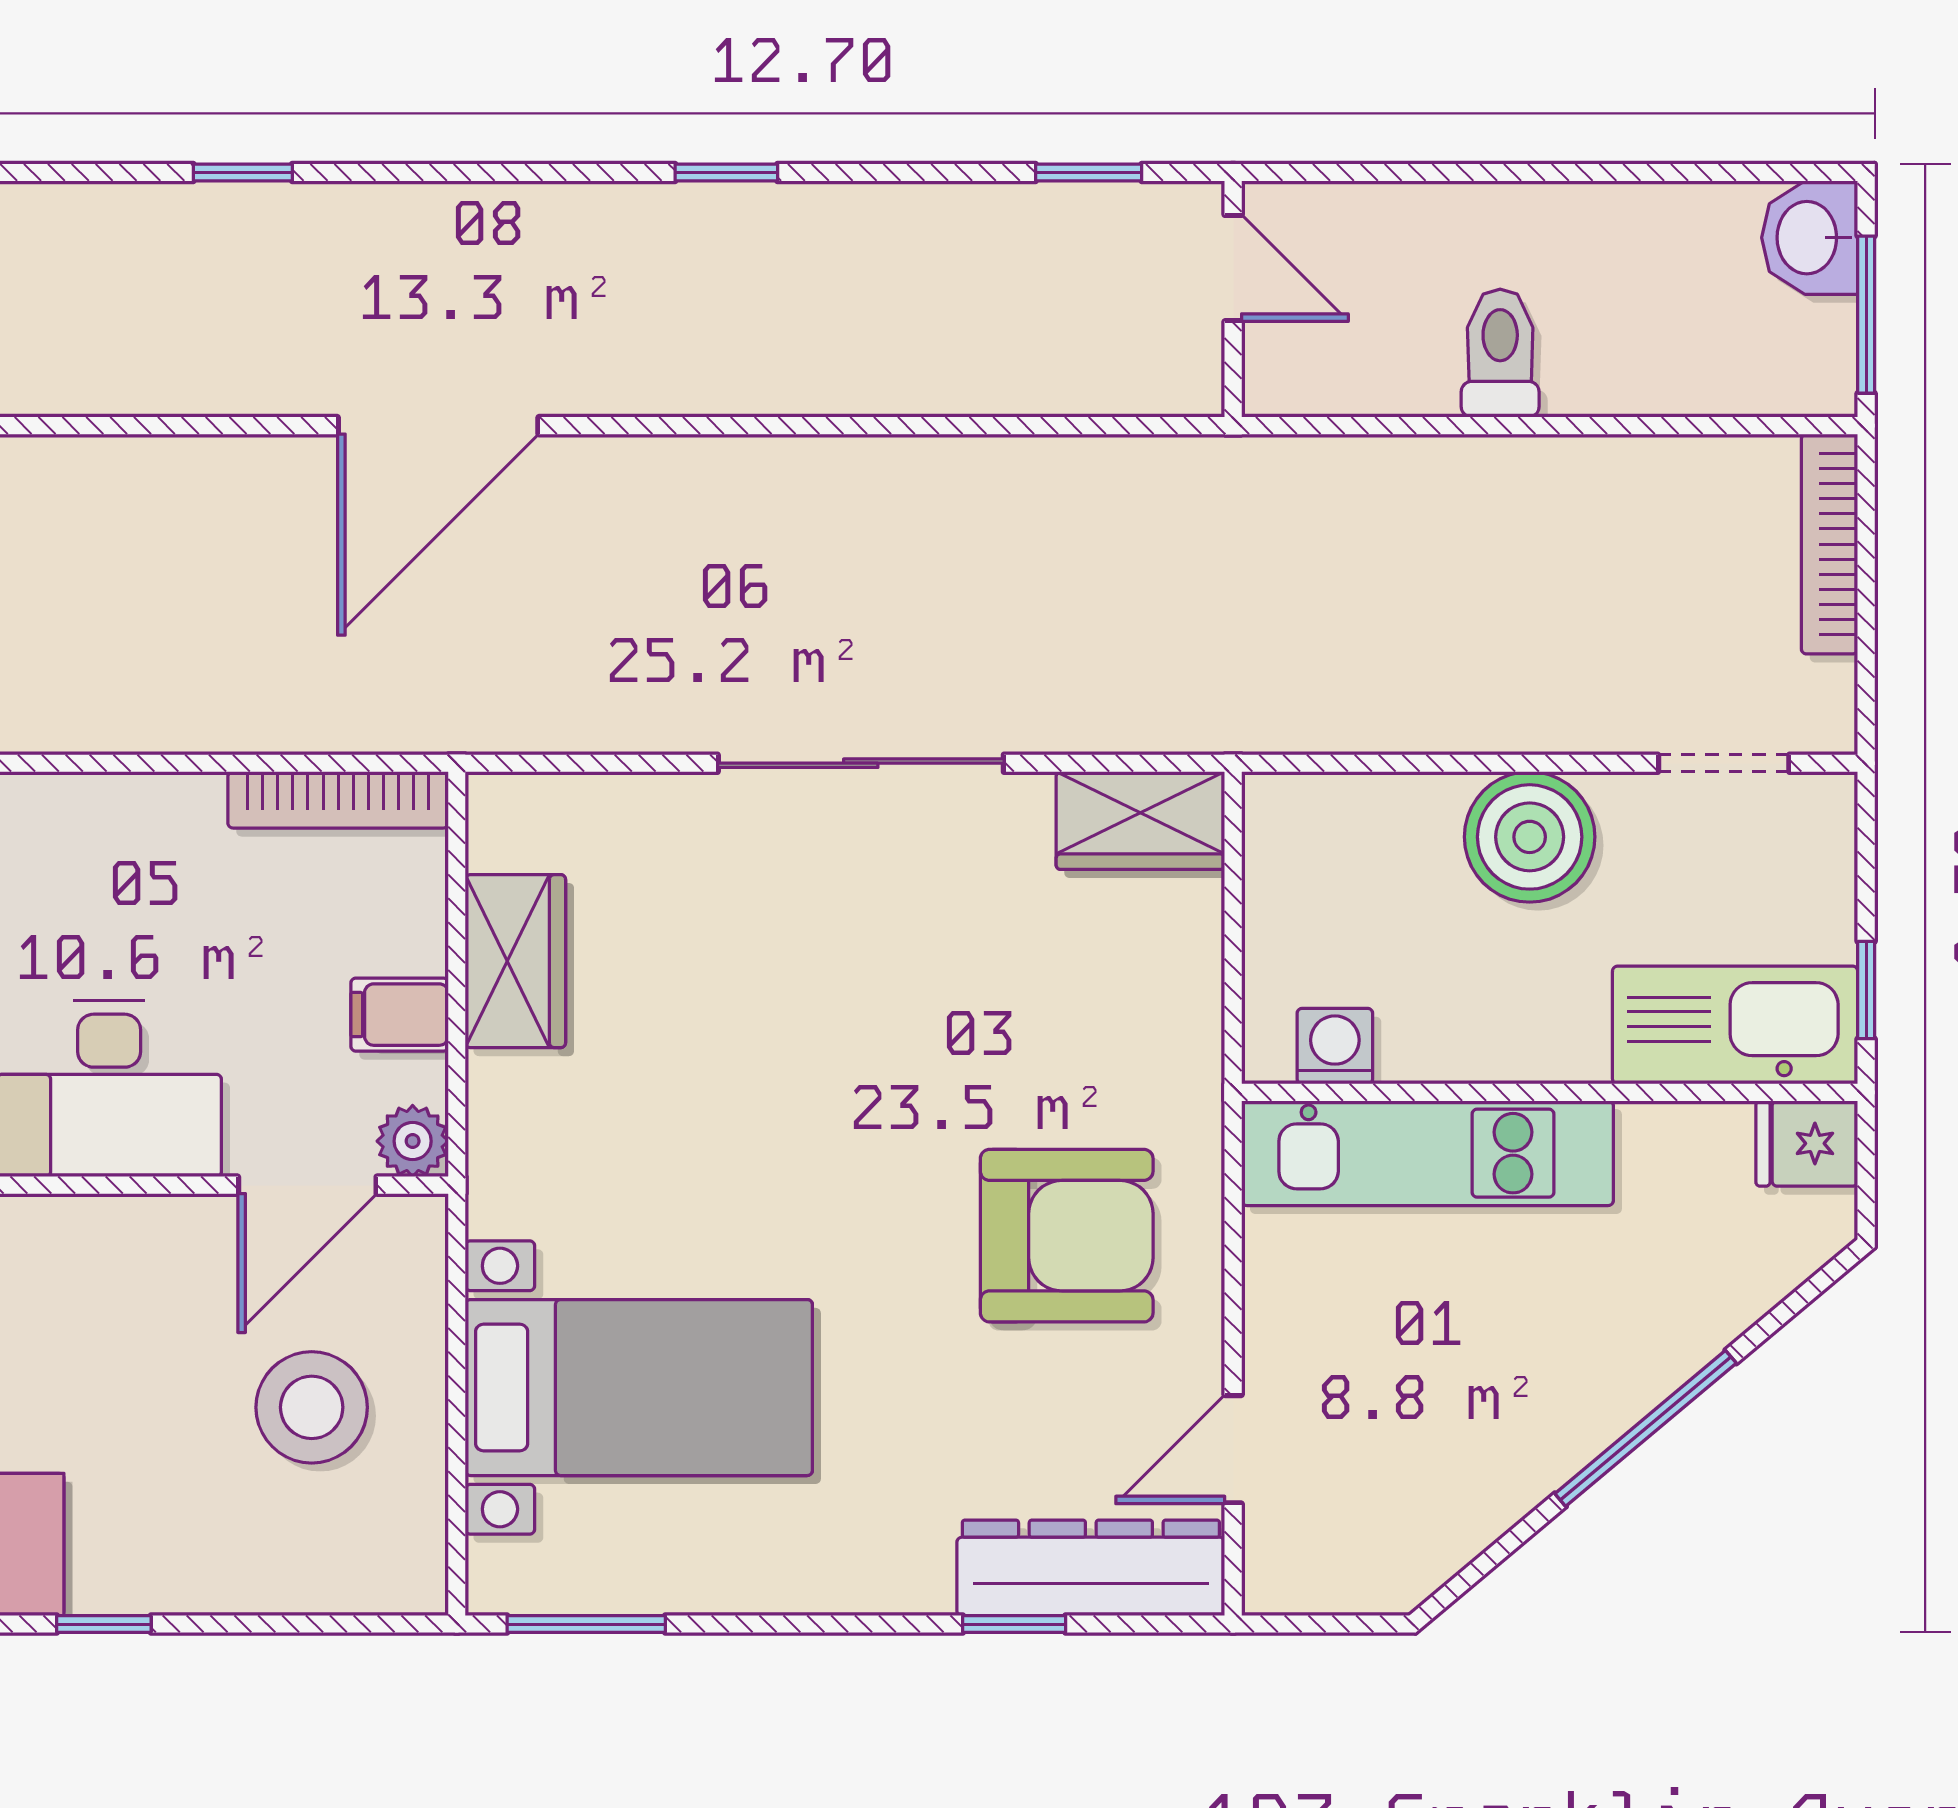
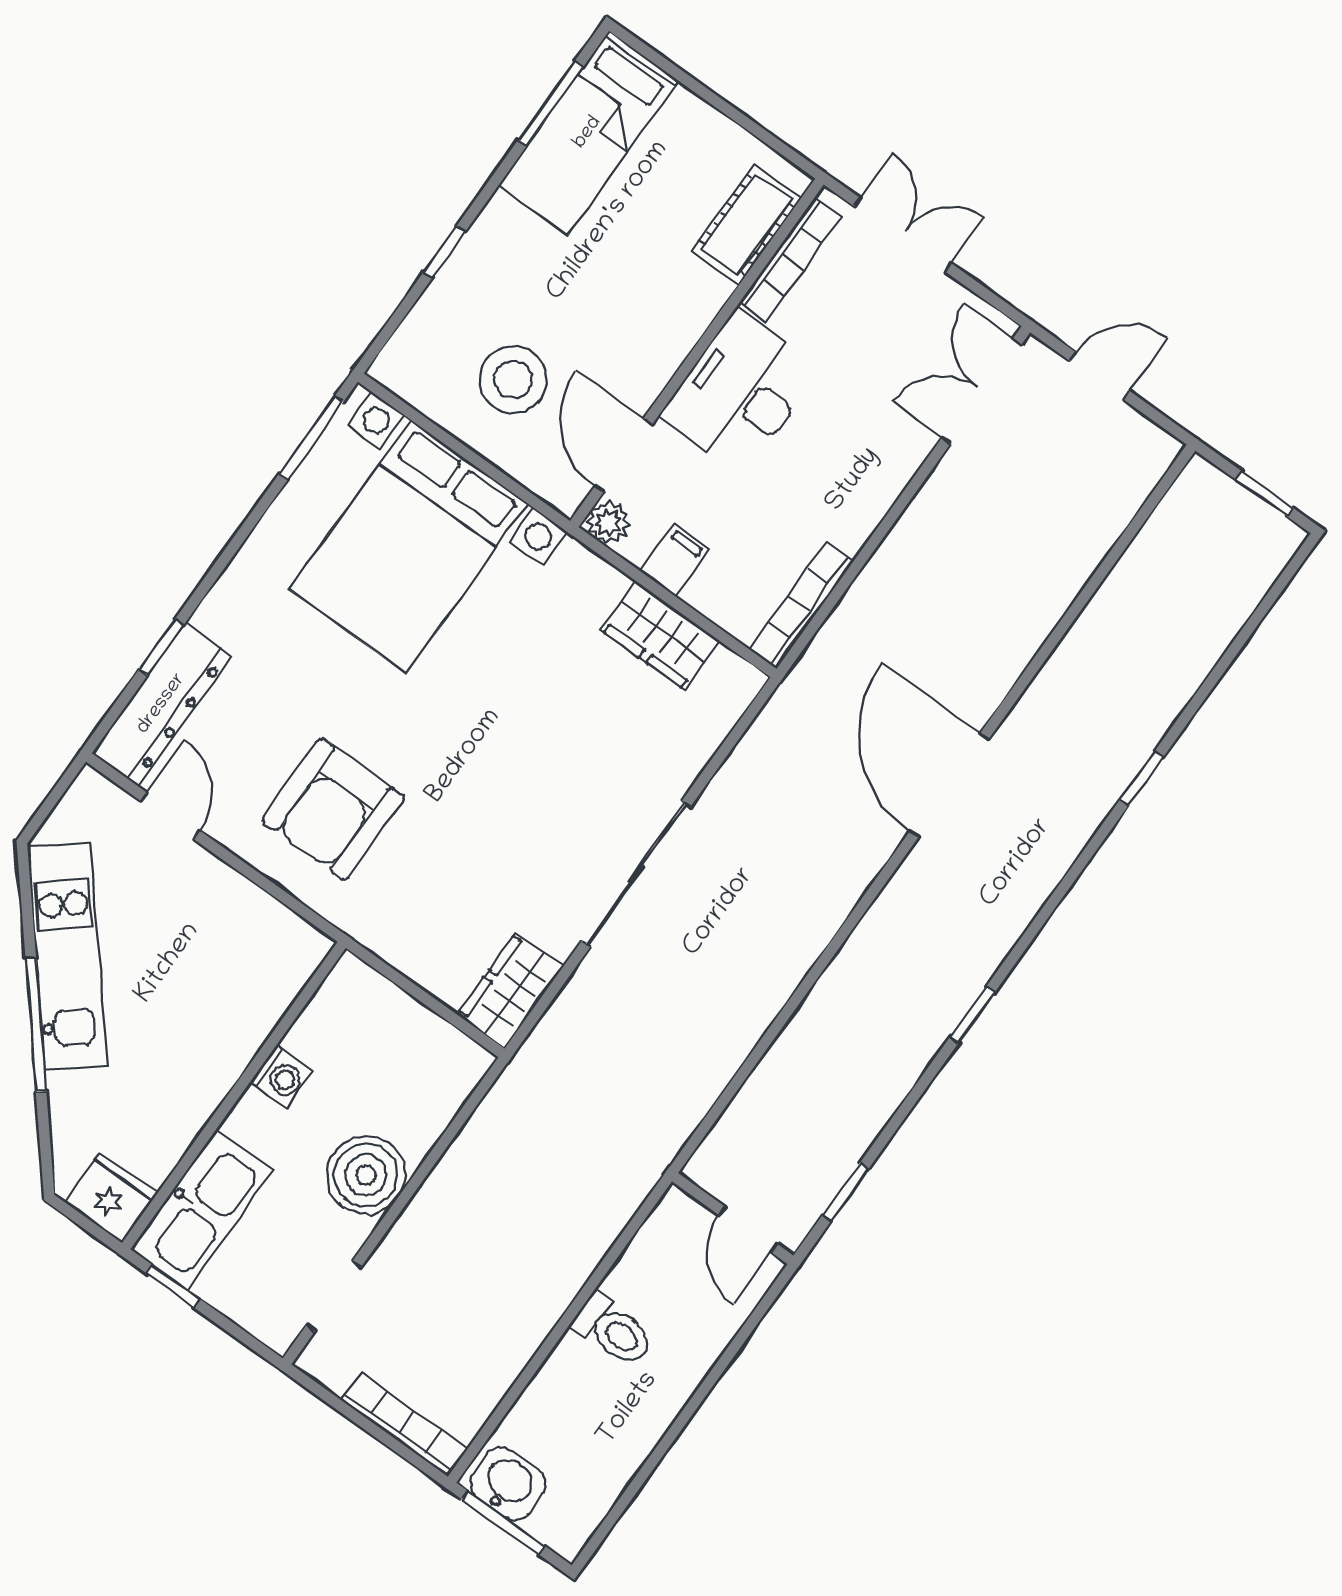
washbasin: (1810, 238) -> (508, 1484), moved
door: (1233, 268) -> (748, 1229), hinge flipped
washing machine: (1335, 1046) -> (281, 1077), moved
fridge: (1807, 1143) -> (111, 1198), width x1.38
kitchen unit: (1427, 1153) -> (67, 956), moved, turned 140
bed with nightstands: (639, 1388) -> (408, 546), width x1.36
window: (104, 1624) -> (444, 252), moved

